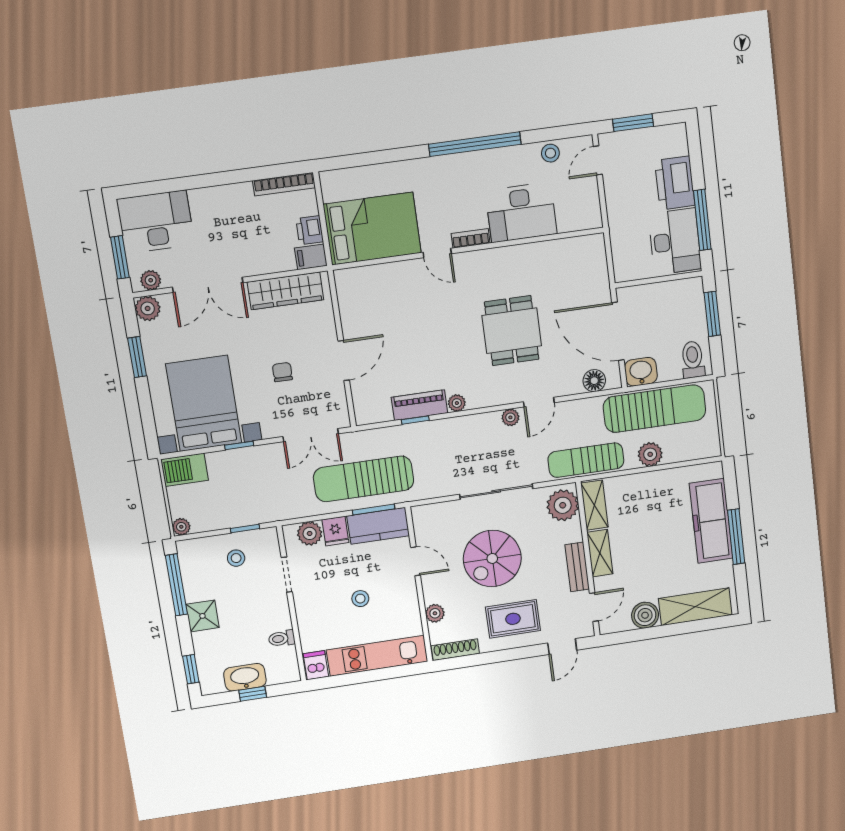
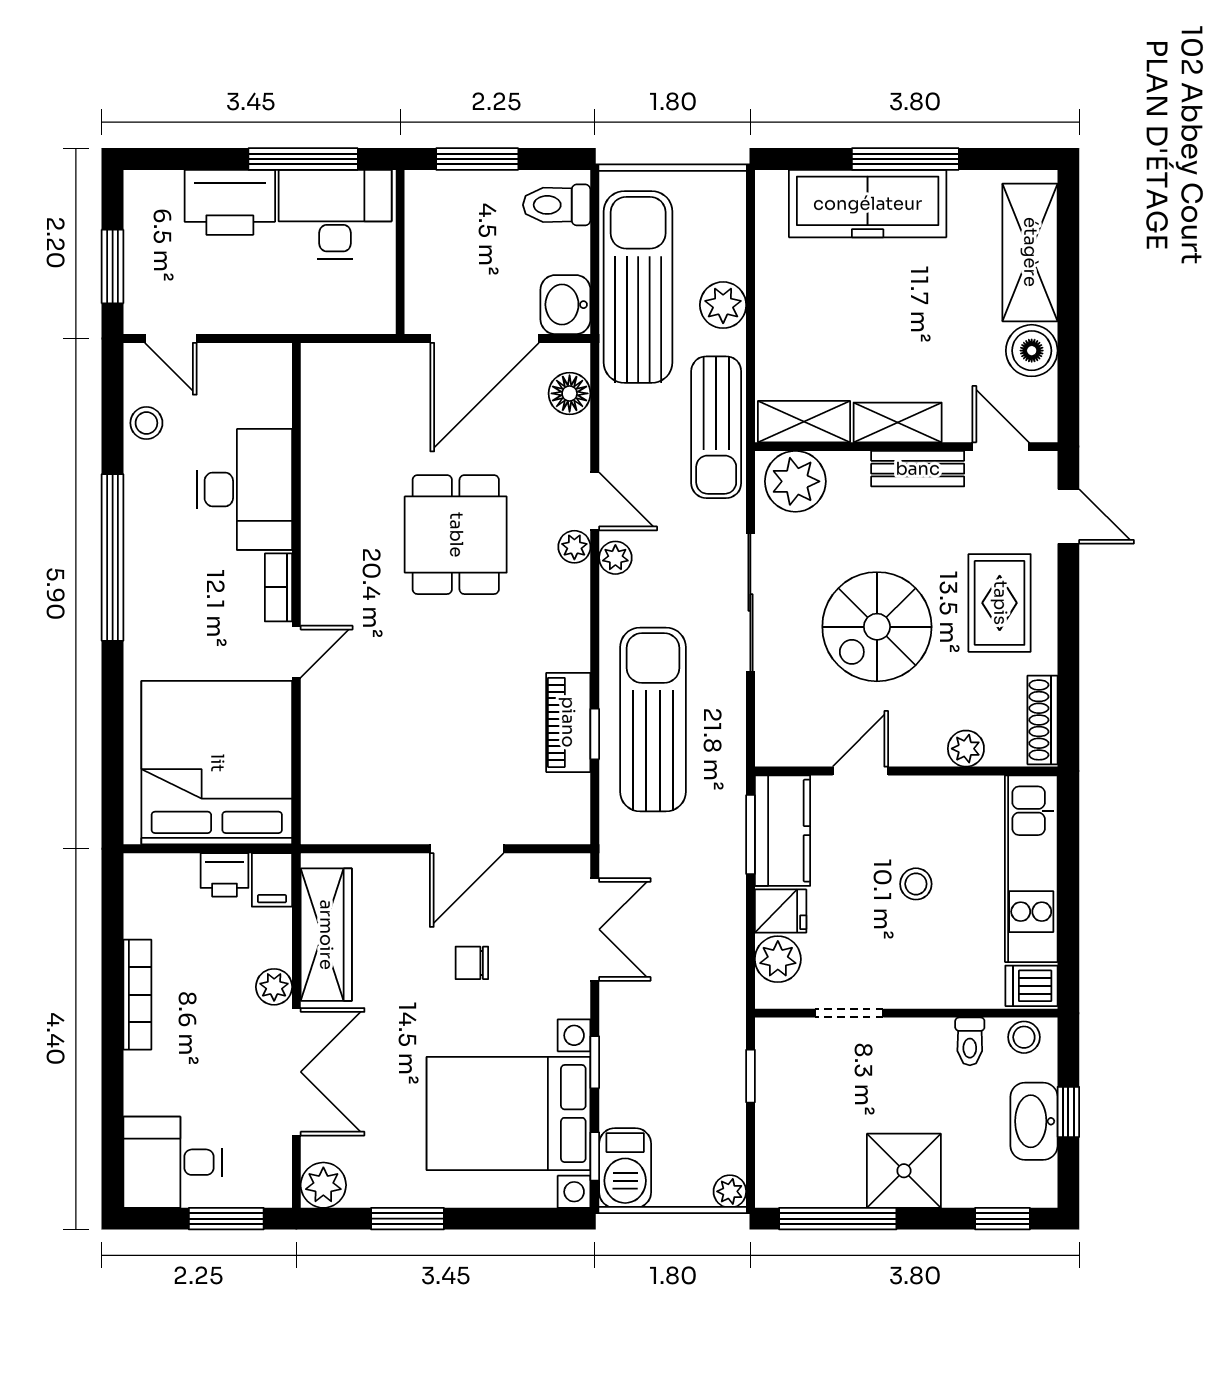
bookcase: (284, 184) -> (137, 995), moved
desk: (156, 222) -> (172, 1162), width x0.73
bed: (372, 229) -> (217, 763), width x1.36
plant: (151, 280) -> (274, 987), moved
dining table: (512, 331) -> (456, 535), turned 90
door: (344, 361) -> (467, 849), swing flipped
plant: (457, 403) -> (574, 547), moved
window: (188, 453) -> (595, 1156), added
sun lounger: (364, 479) -> (653, 719), moved, turned 180
stool: (236, 558) -> (1024, 1037), moved
spiral stairs: (492, 558) -> (877, 627), turned 90
shower: (202, 616) -> (904, 1171), width x1.36, depth x1.36

